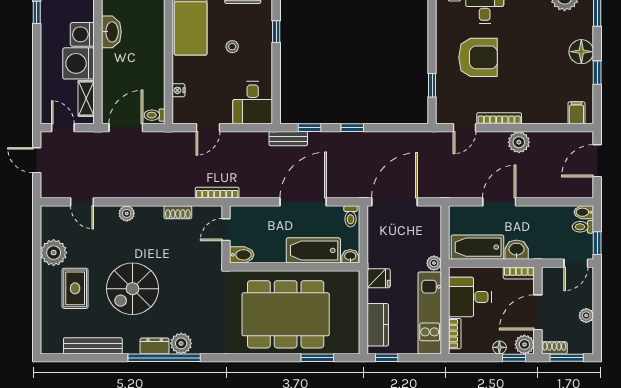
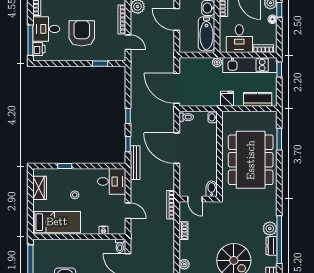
bench: (288, 139) -> (135, 163), width x1.36
bathtub: (313, 250) -> (209, 142), removed
window: (387, 358) -> (279, 69), moved

